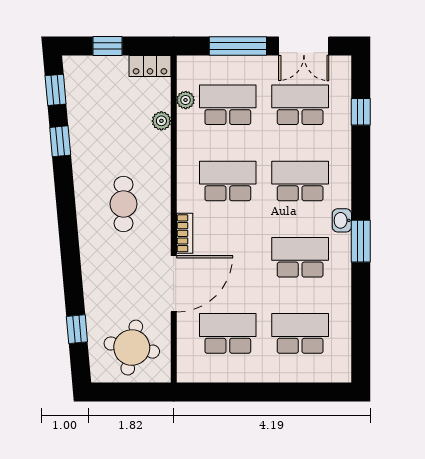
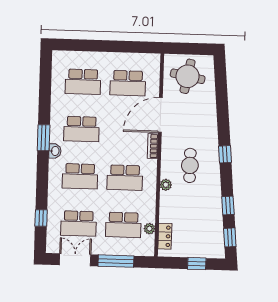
locker: (150, 66) -> (165, 236), moved, turned 90
plant: (161, 121) -> (166, 185), moved
window: (77, 329) -> (225, 154), moved

